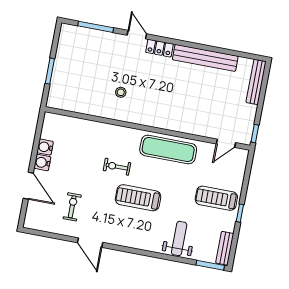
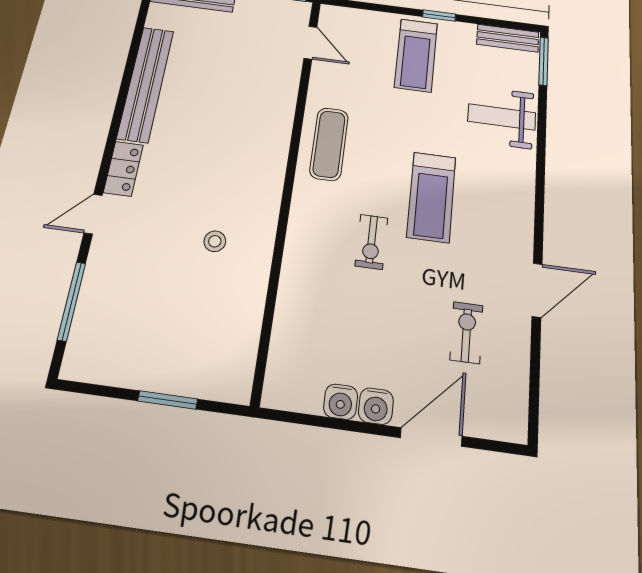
exercise mat: (168, 150) -> (329, 144), width x0.73, depth x0.69
exercise bike: (72, 207) -> (466, 332), turned 90

